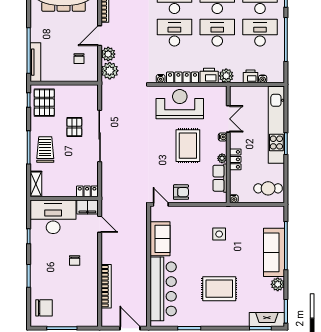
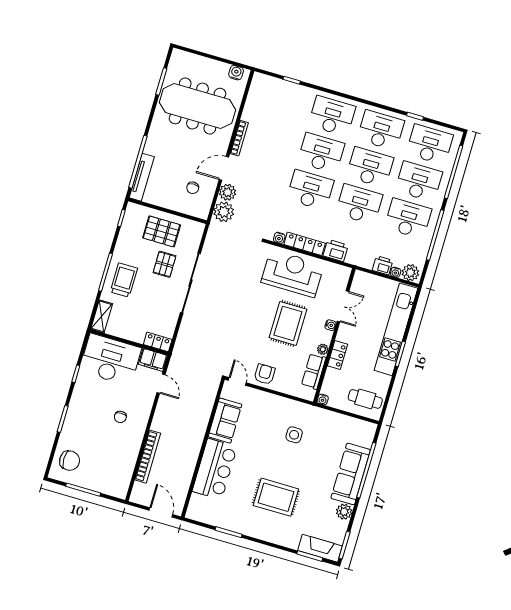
plant: (226, 76) -> (410, 273), moved
pallet: (44, 103) -> (162, 231), moved, turned 90
armchair: (181, 192) -> (265, 374), turned -90
bar counter: (163, 289) -> (215, 469), width x0.73

